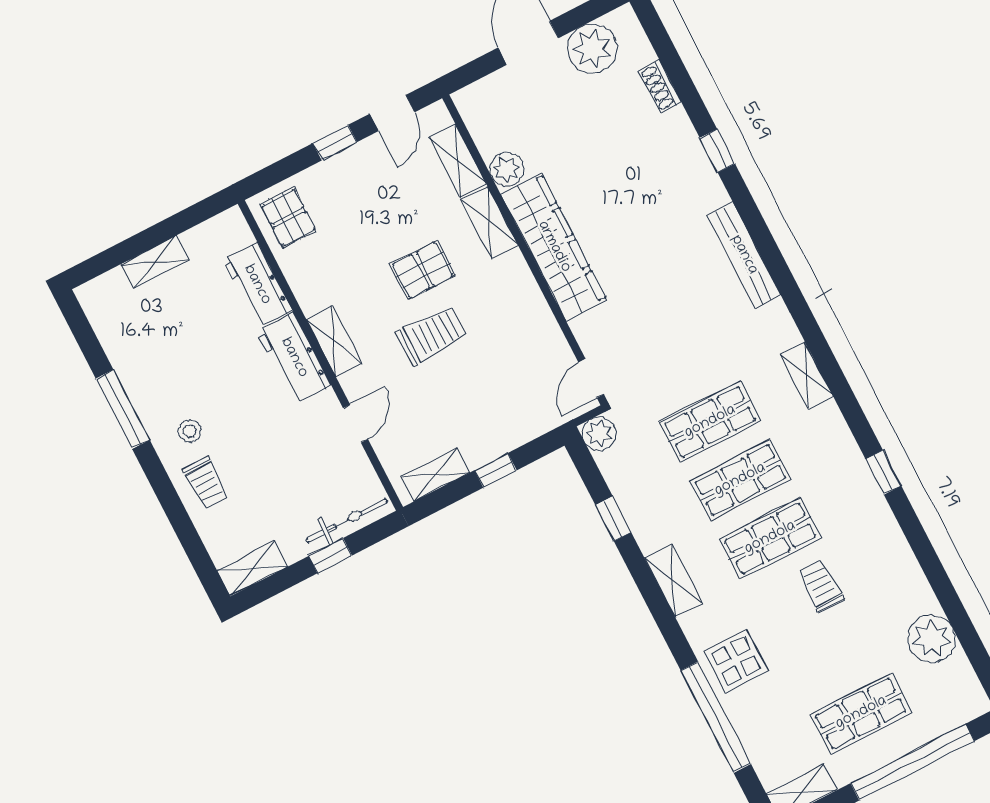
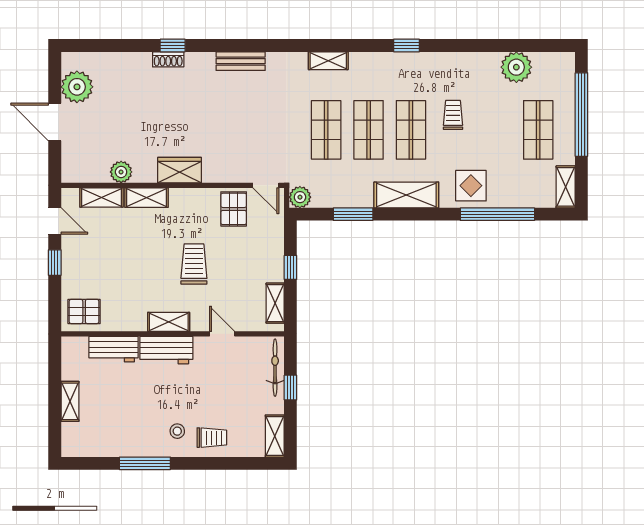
shoe rack: (660, 86) -> (168, 59), moved
wardrobe: (554, 247) -> (180, 170), width x0.48, depth x0.85
bench: (744, 255) -> (241, 61), width x0.73
pallet: (423, 270) -> (234, 209), moved
window: (613, 519) -> (353, 214), width x1.50
shelving: (673, 581) -> (406, 195), width x1.50, depth x1.33
trolley: (821, 586) -> (453, 115), turned 90

